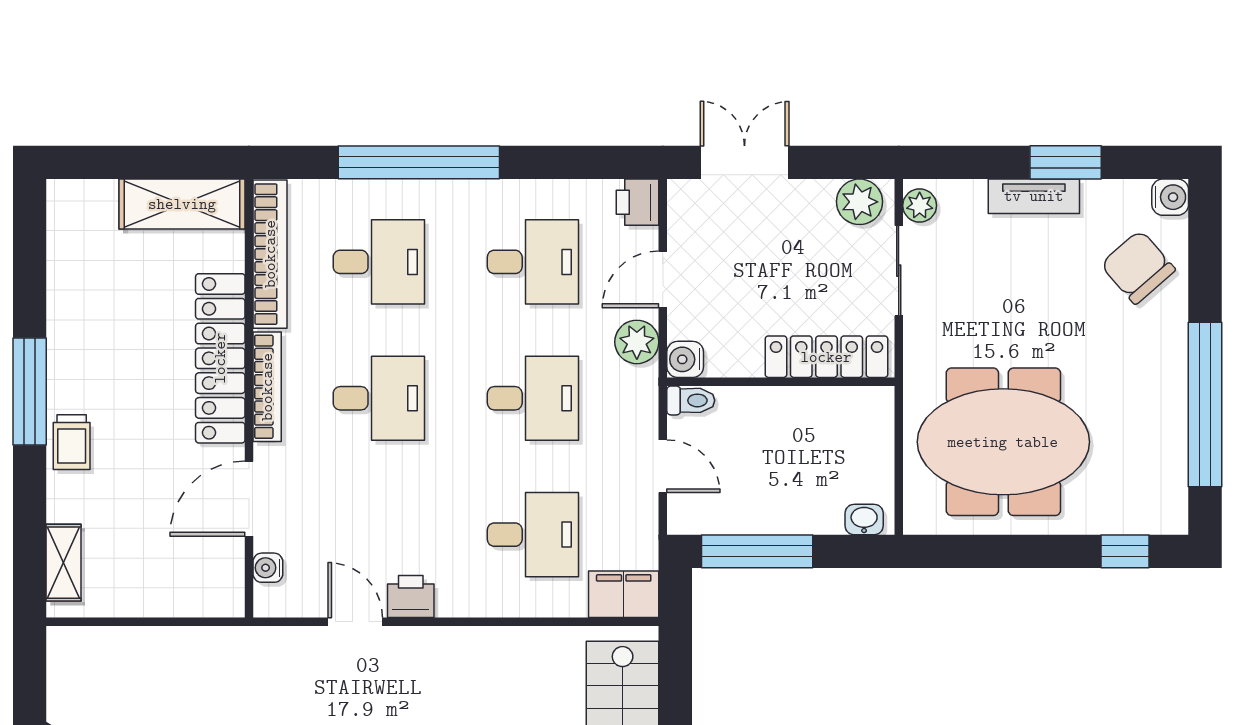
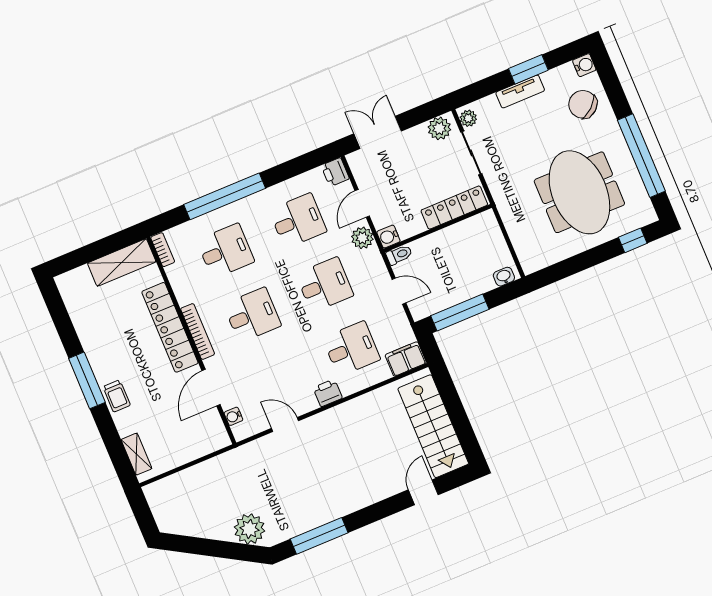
bookcase: (270, 254) -> (163, 250), width x0.43, depth x0.76
meeting table: (1003, 442) -> (579, 192), moved, turned 90
printer: (411, 597) -> (328, 393), moved

